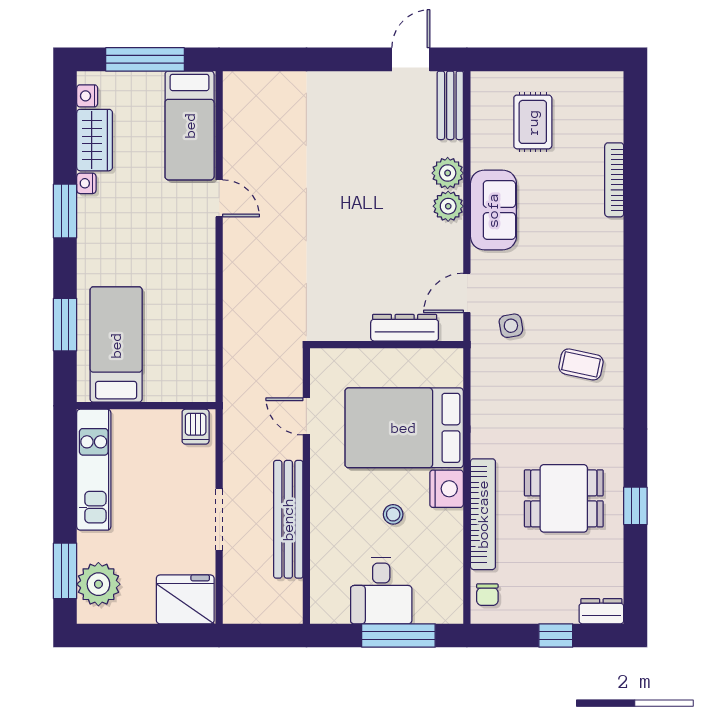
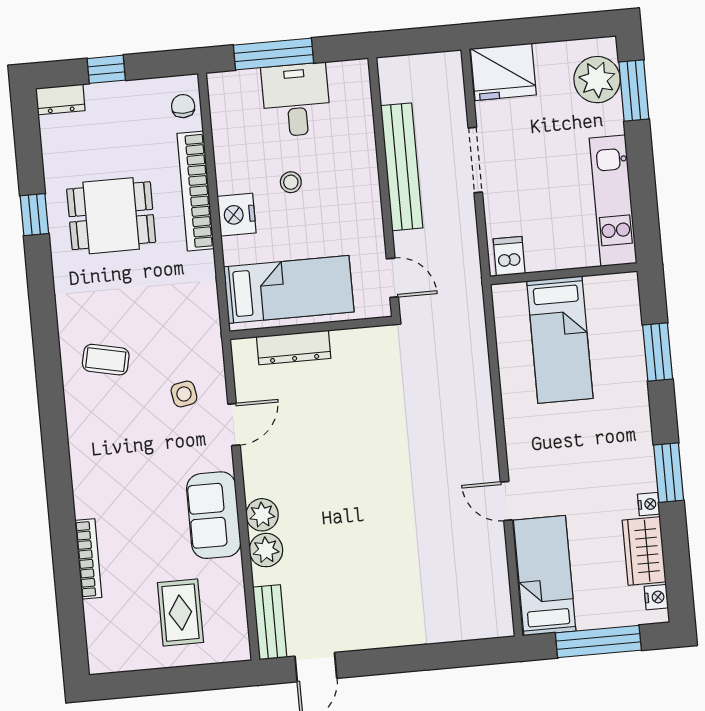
dresser: (405, 328) -> (294, 347), moved
bed: (116, 345) -> (560, 340), moved
wall: (387, 345) -> (311, 328), moved
bed: (404, 428) -> (289, 289), width x0.67

